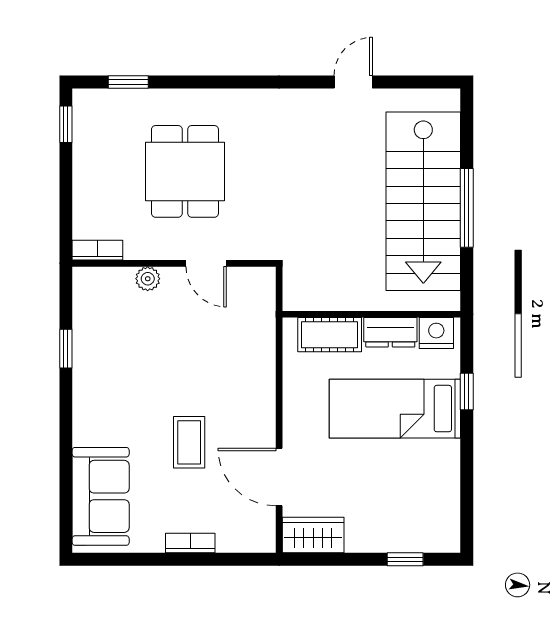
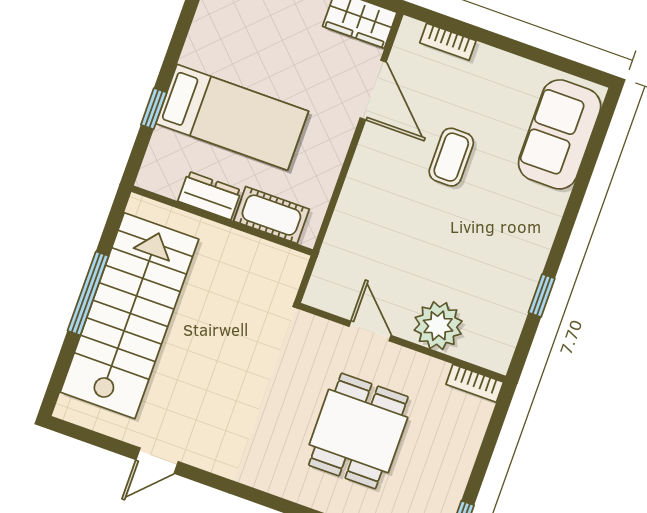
plant: (148, 279) -> (438, 326), width x1.88, depth x1.88
nightstand: (436, 333) -> (164, 178), removed
bookcase: (190, 543) -> (448, 42), moved

